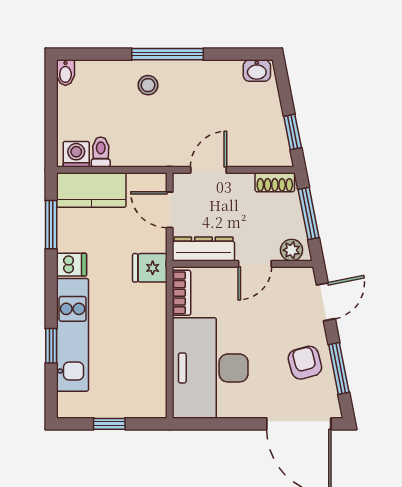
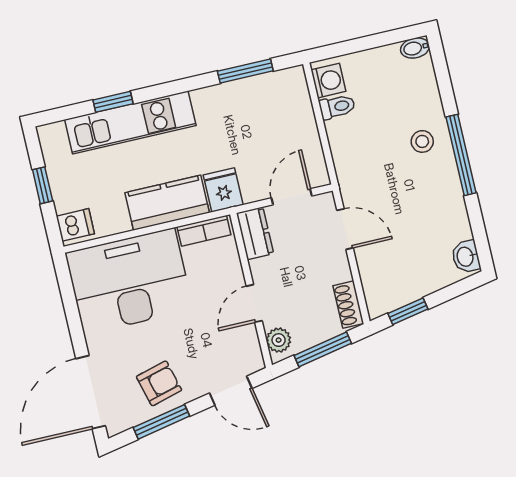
kitchen counter: (91, 190) -> (167, 203), moved, turned 90
dresser: (203, 249) -> (255, 233), width x0.70
door: (255, 264) -> (254, 303), hinge flipped
dishwasher: (72, 265) -> (75, 225), moved, turned -90

